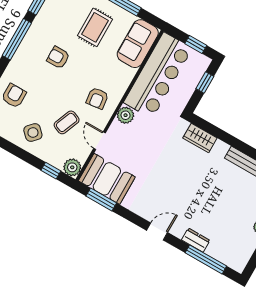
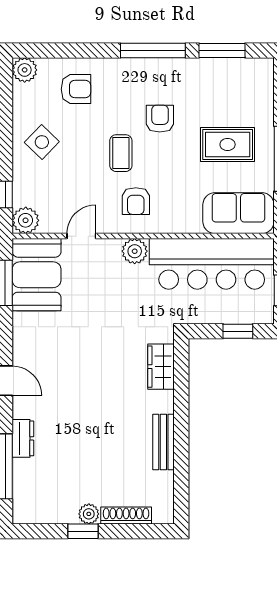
armchair: (97, 98) -> (136, 201), turned -83
coffee table: (67, 122) -> (121, 153), moved, turned 68

